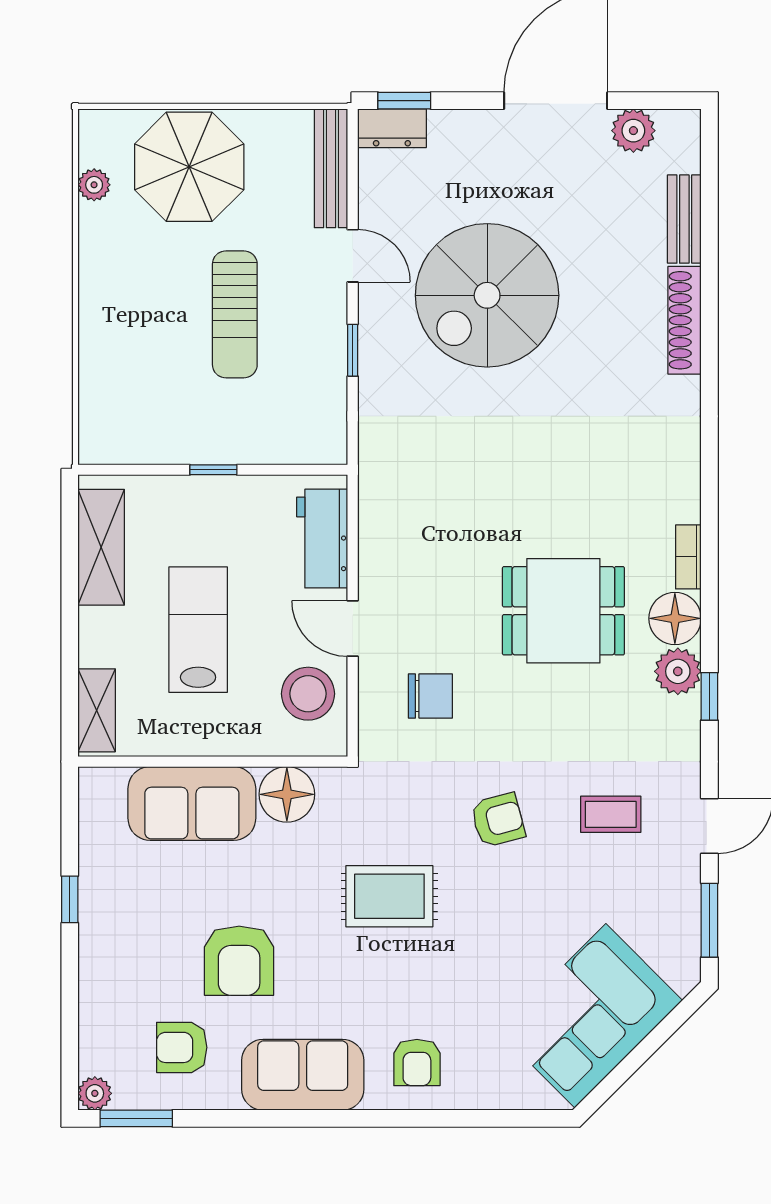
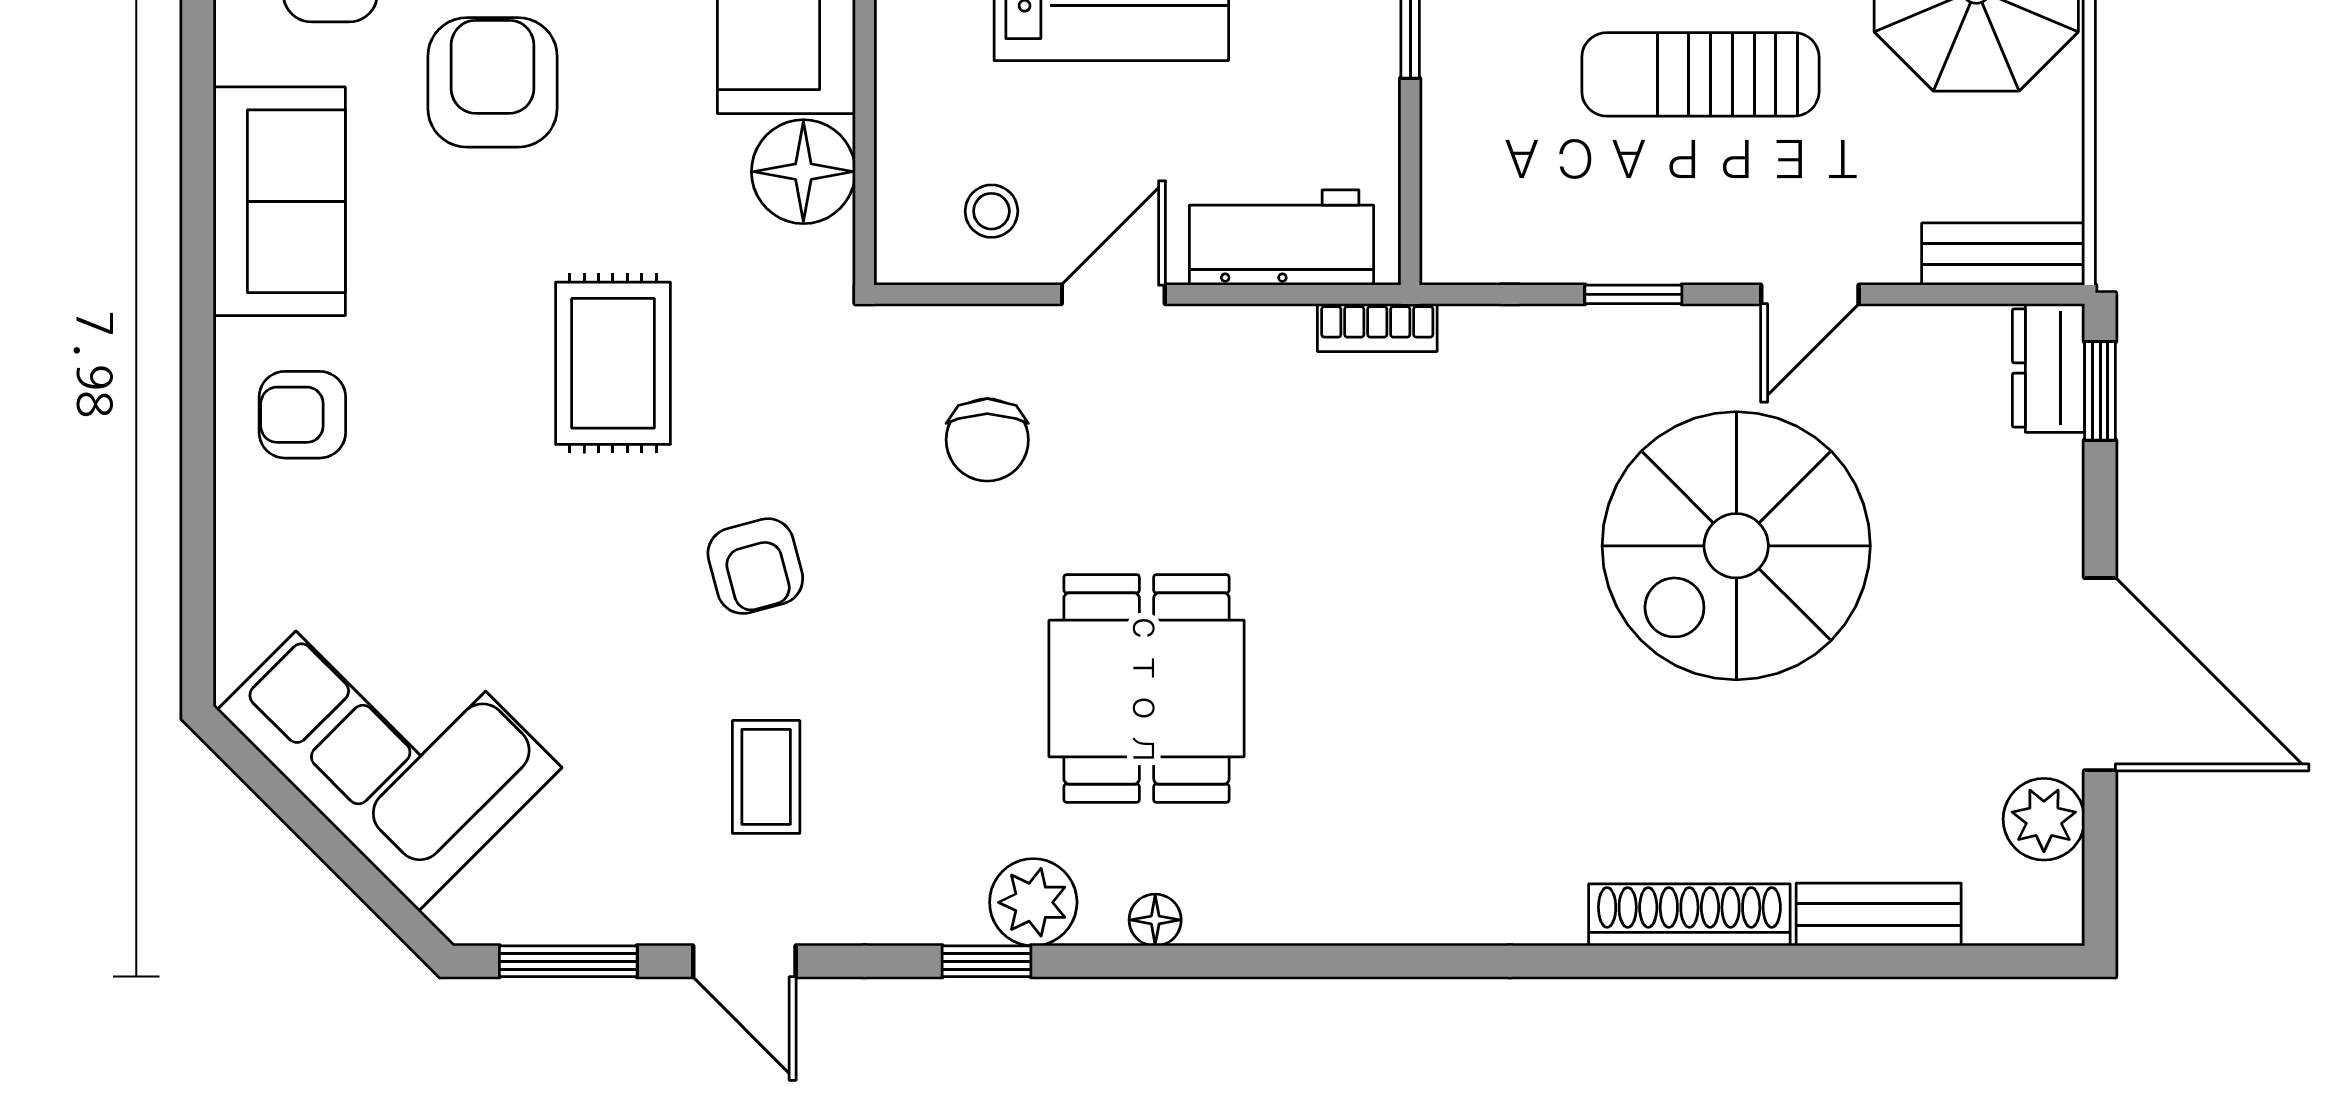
bench: (331, 168) -> (2003, 254), width x0.73
spiral stairs: (487, 295) -> (1736, 546), turned -90
bookcase: (688, 557) -> (1377, 328), moved, turned 180
floor lamp: (675, 618) -> (1155, 920), width x0.53, depth x0.53
stool: (308, 694) -> (991, 211), width x0.53, depth x0.53
armchair: (239, 961) -> (492, 82), turned 90

